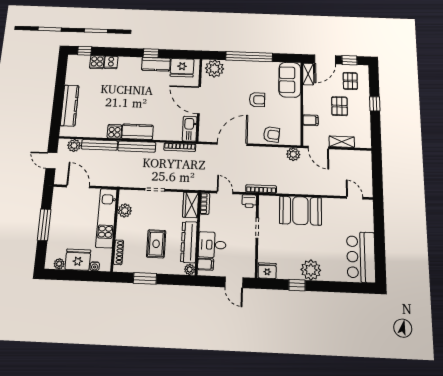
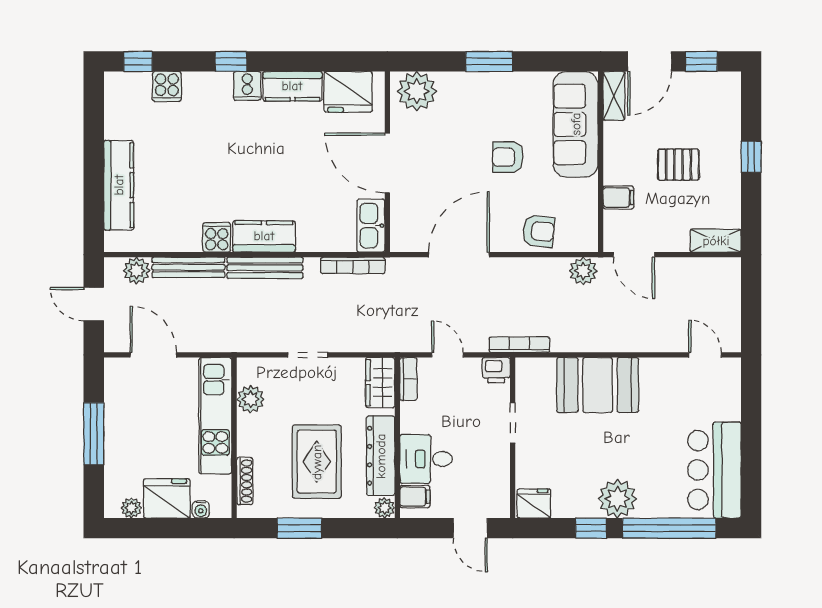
window: (151, 53) -> (231, 61), moved
window: (249, 57) -> (489, 61), width x0.47
cooker: (111, 62) -> (247, 86), moved
sofa: (290, 80) -> (576, 124), width x1.36
pallet: (350, 81) -> (702, 108), removed
armchair: (257, 100) -> (508, 157), turned 180
pallet: (340, 106) -> (678, 165), turned 90
shelving: (342, 142) -> (716, 241), moved
rug: (156, 244) -> (317, 462), width x1.36, depth x1.43
window: (338, 287) -> (669, 528), added

